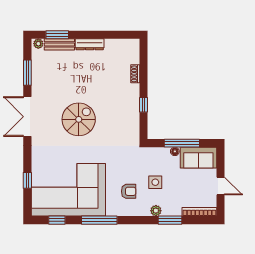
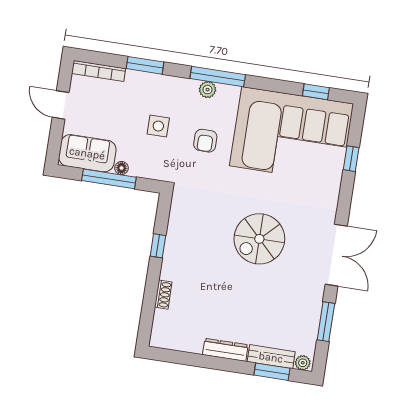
armchair: (129, 191) -> (205, 141), moved, turned -90
plant: (156, 211) -> (208, 90), moved
window: (99, 220) -> (218, 77), moved

